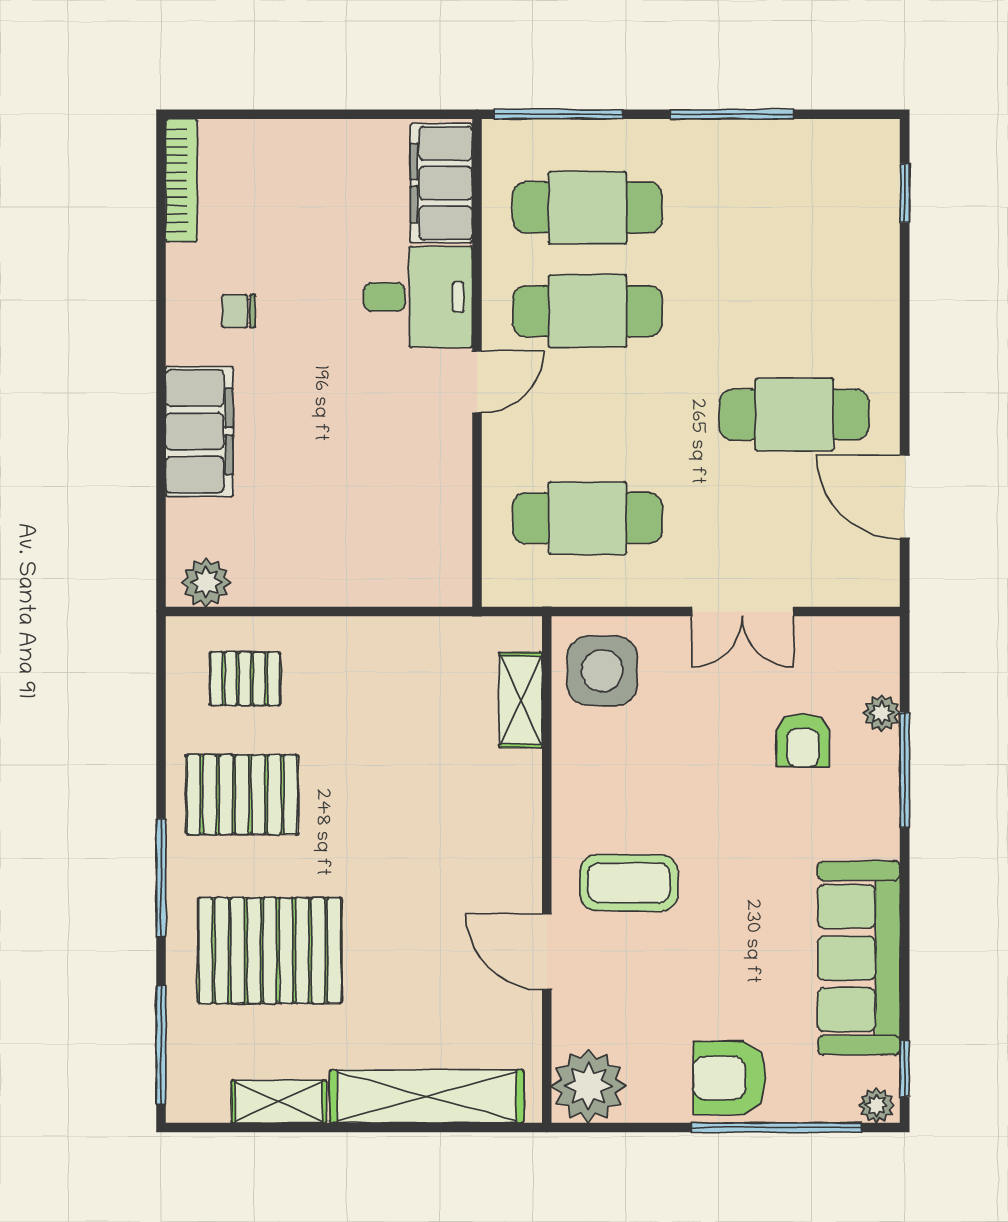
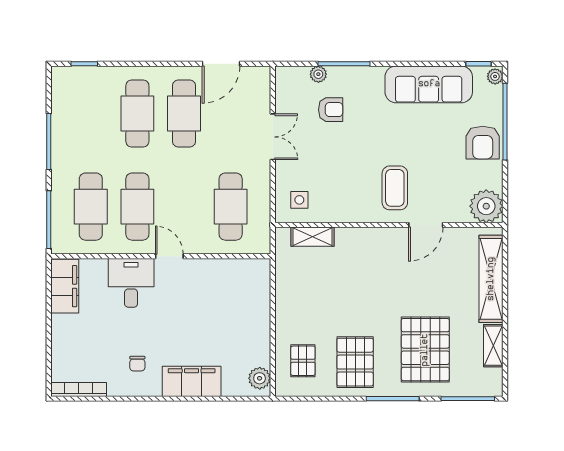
filing cabinet: (441, 183) -> (65, 286), moved, turned -90
cafe table: (794, 311) -> (137, 113), added
side table: (602, 671) -> (299, 200), width x0.54, depth x0.54

